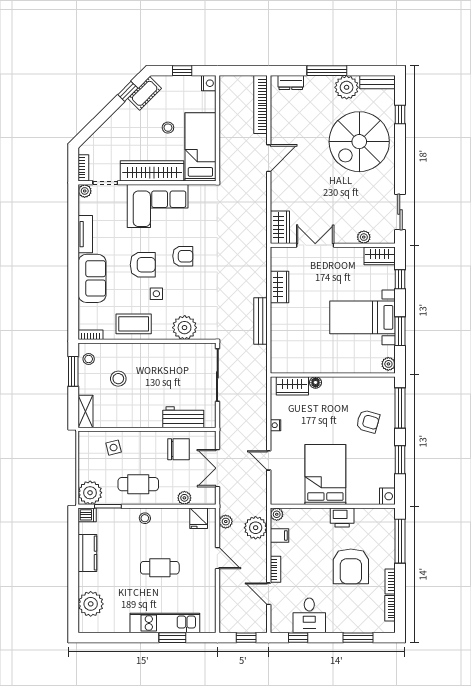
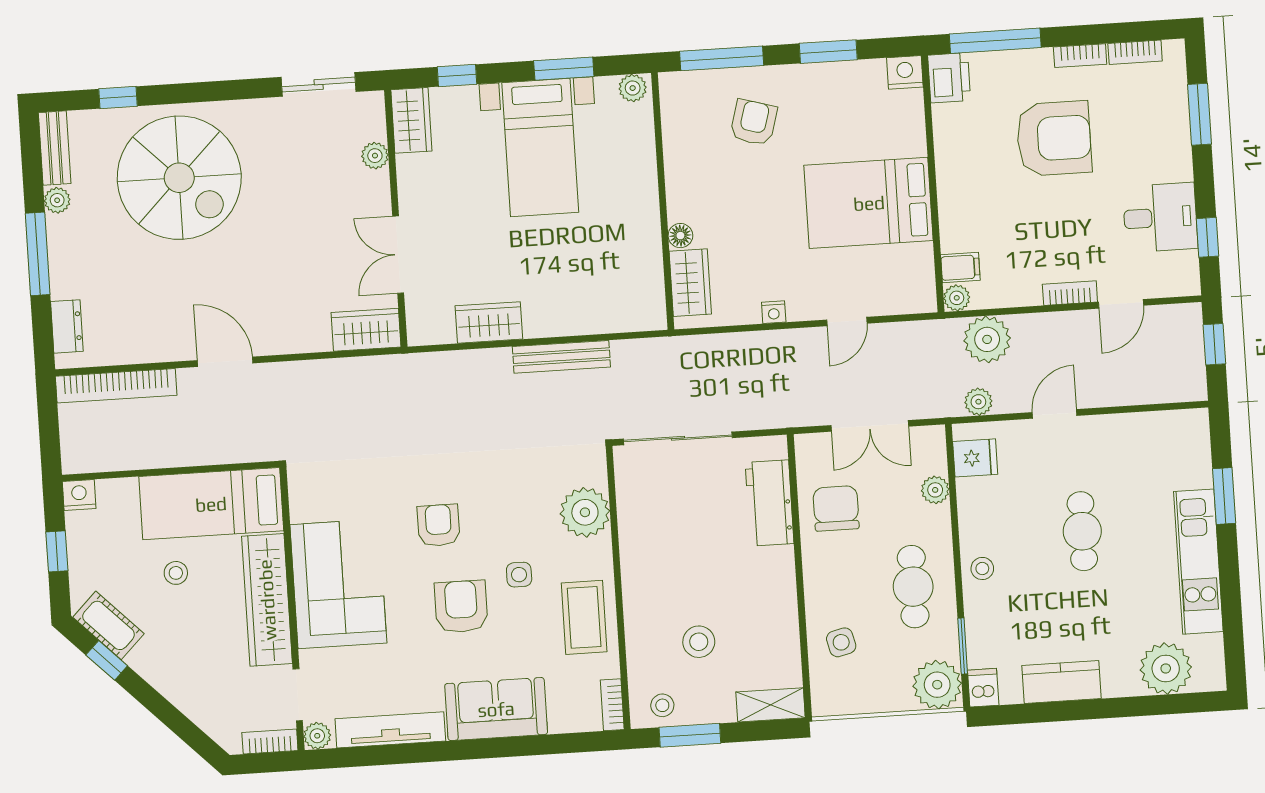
plant: (347, 87) -> (57, 200), width x0.53, depth x0.53
tv unit: (85, 234) -> (390, 730), width x1.41
printer: (342, 518) -> (949, 78), moved
filing cabinet: (279, 535) -> (960, 268), moved, turned 90
kitchen unit: (165, 623) -> (1198, 562), moved

